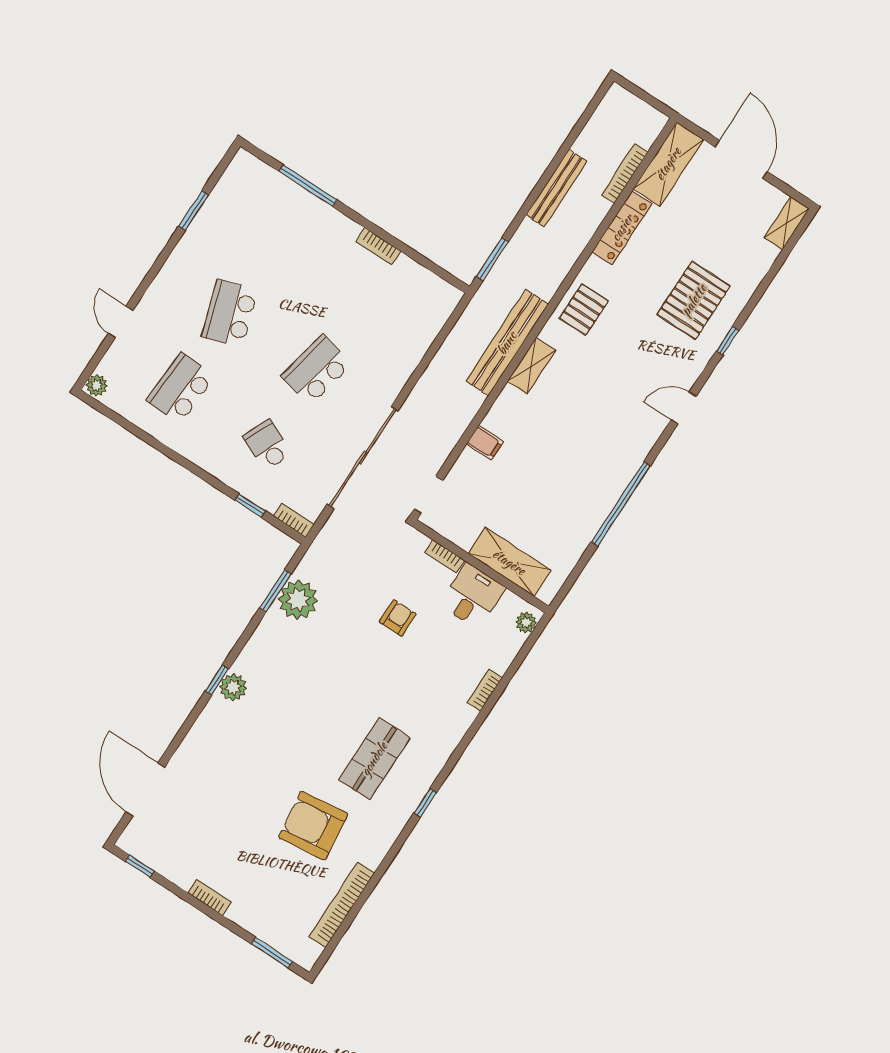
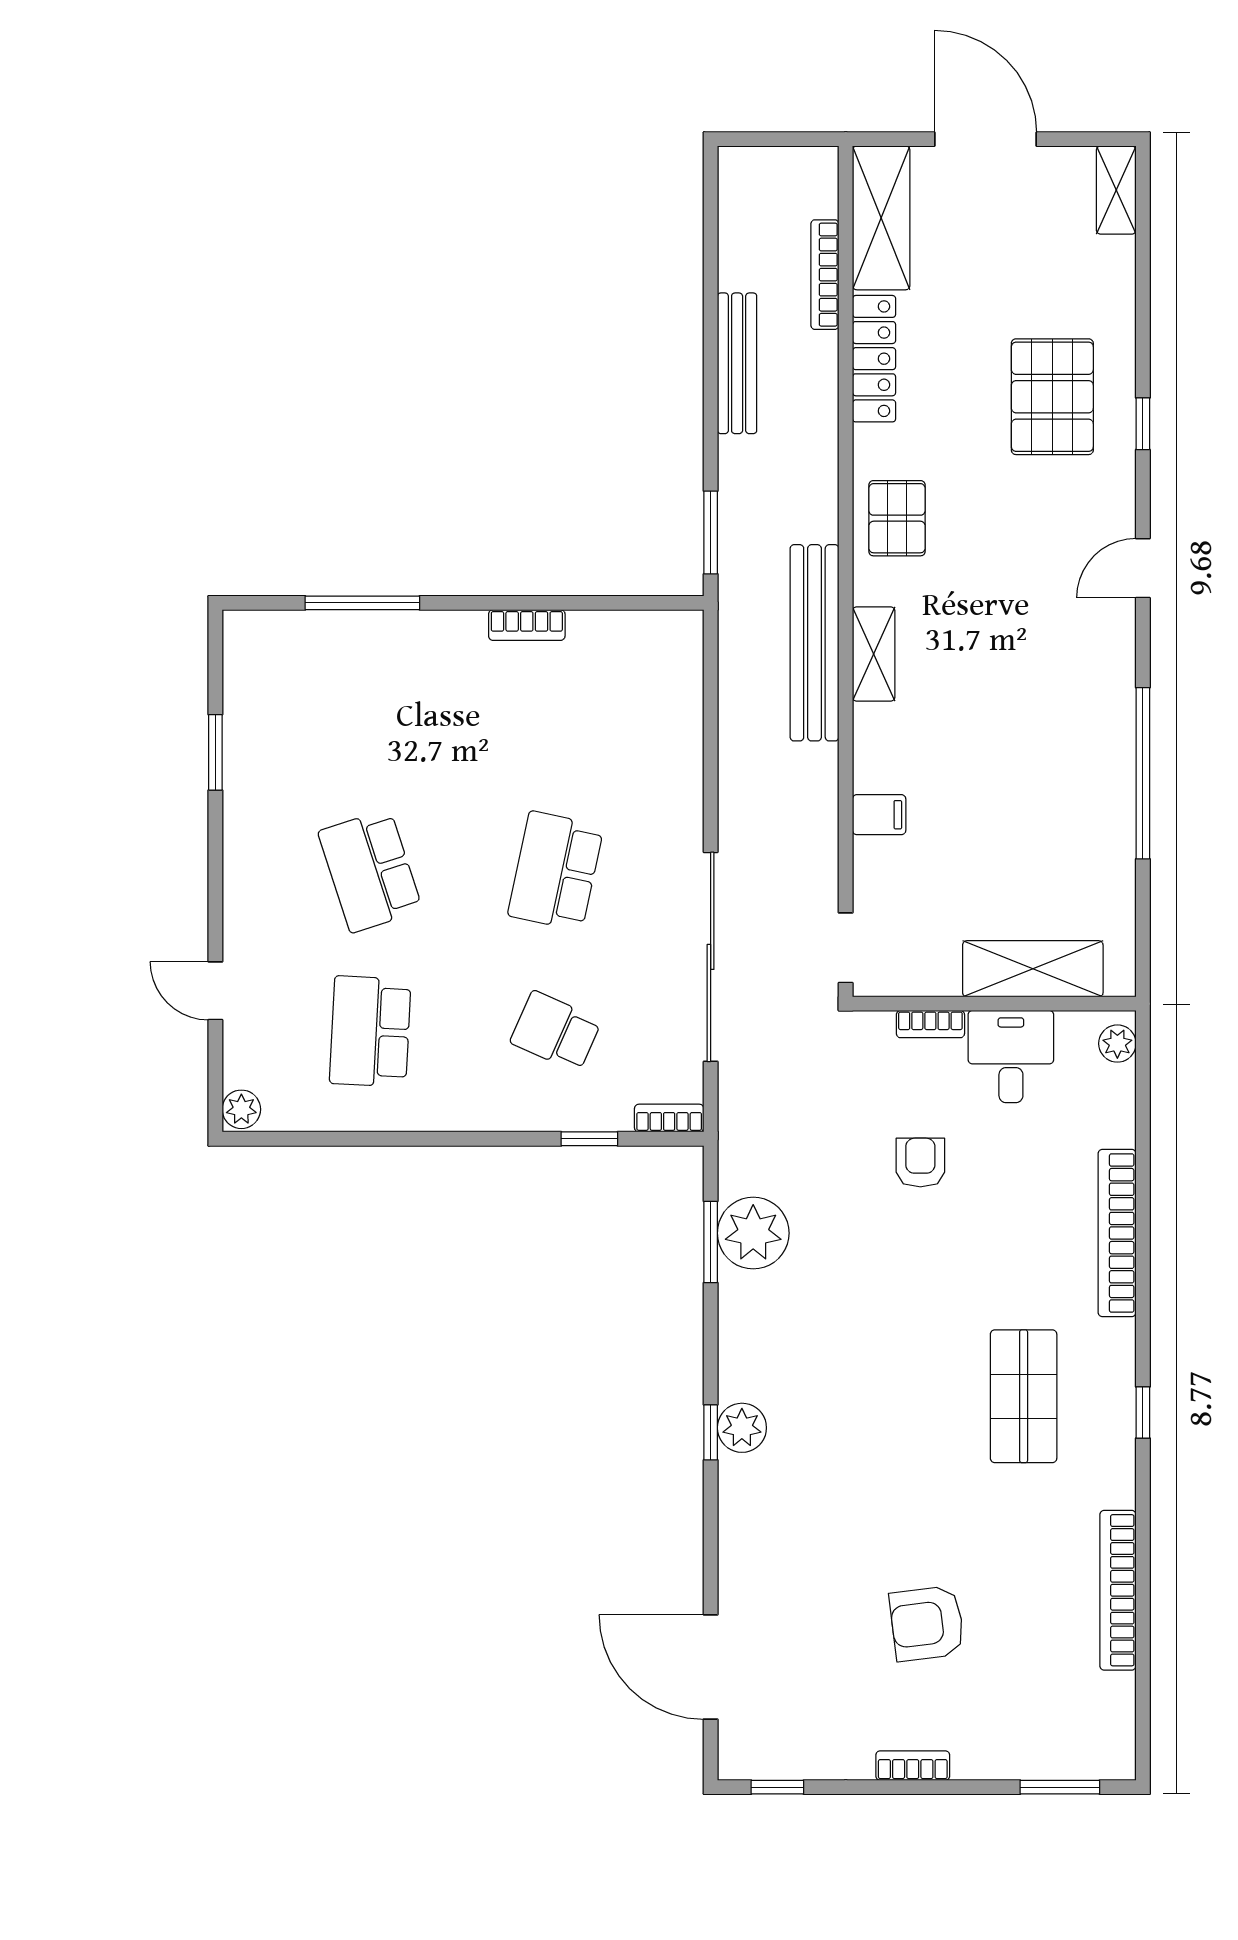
bookcase: (485, 690) -> (1117, 1233), width x2.31, depth x1.31
armchair: (313, 826) -> (927, 1623), moved, width x0.73, depth x0.73
bookcase: (342, 905) -> (1118, 1590), moved

